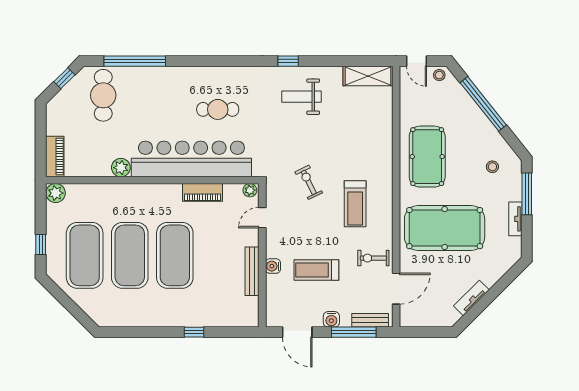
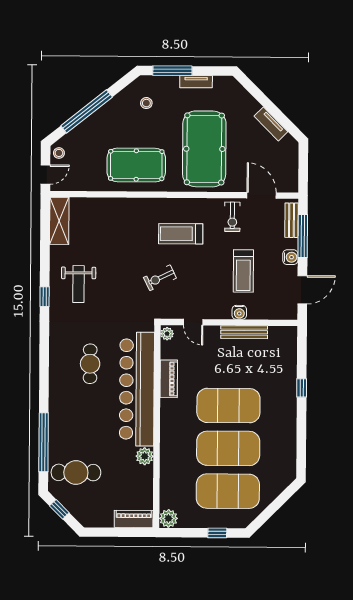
treadmill: (355, 204) -> (181, 234), turned 180

